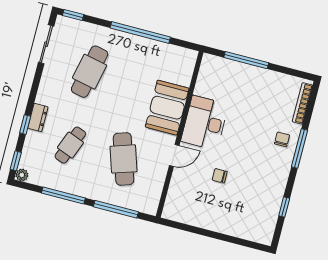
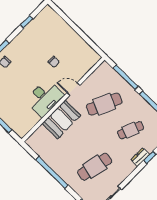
cafe table: (124, 159) -> (104, 104), turned 42

